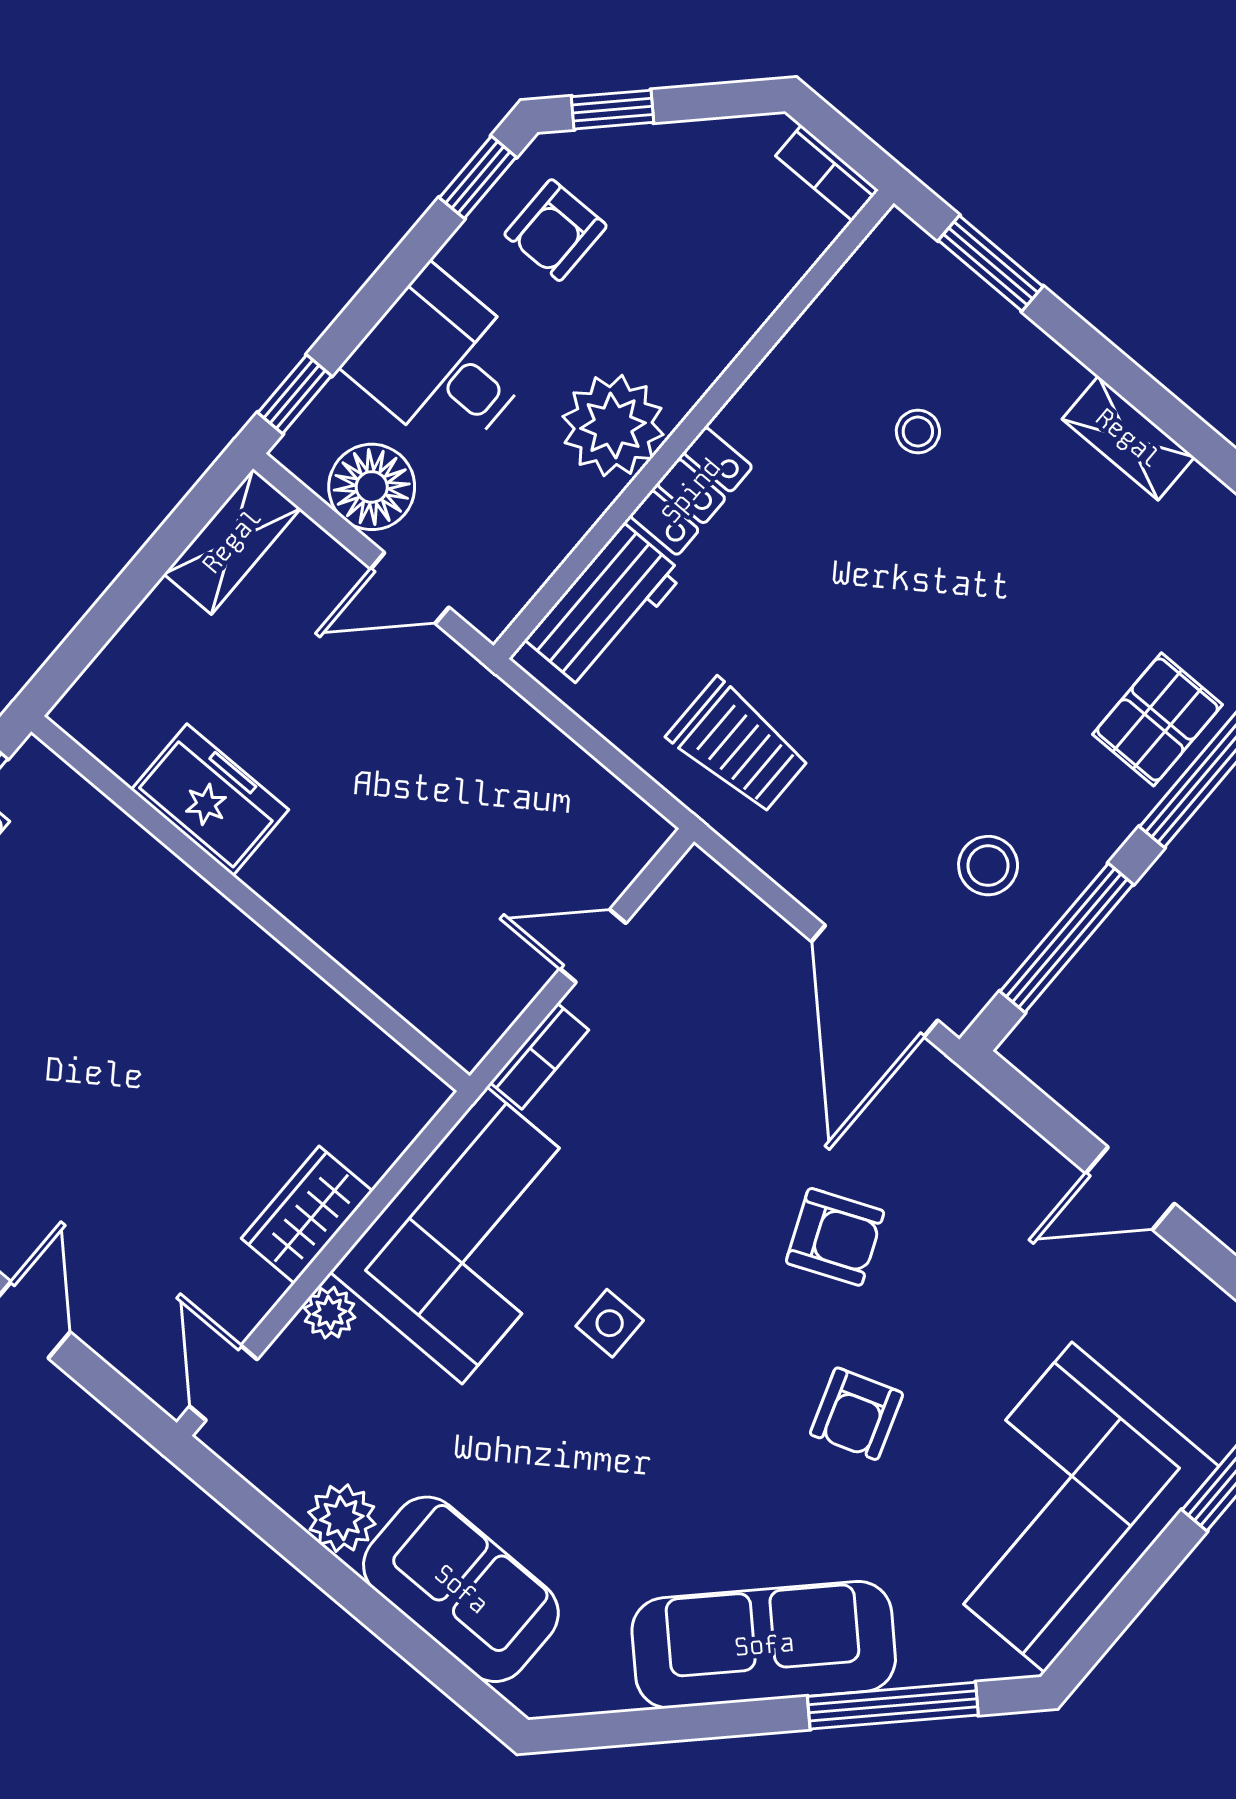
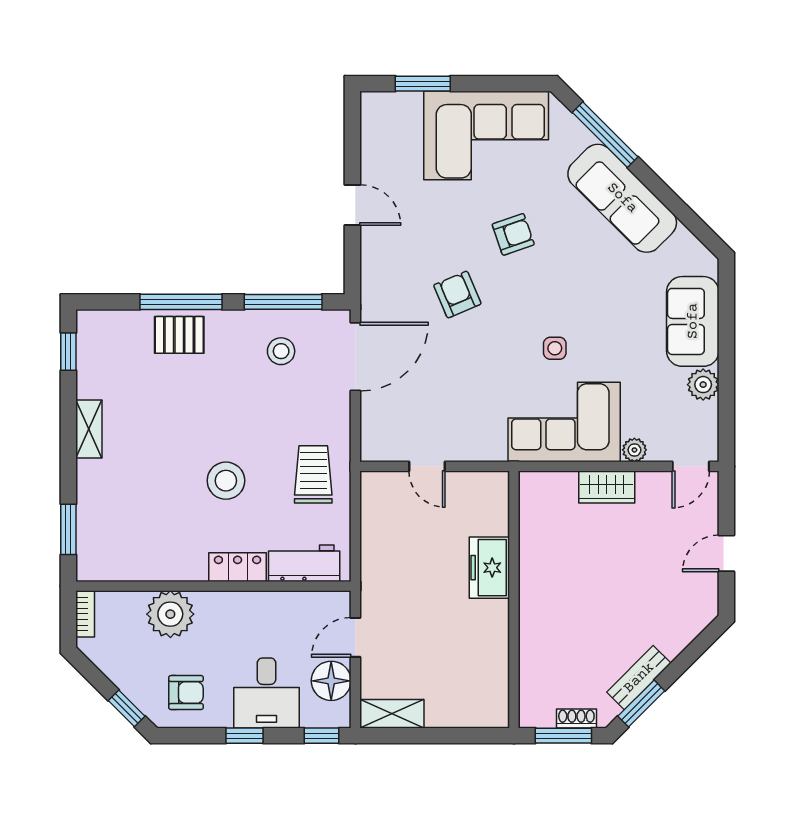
window: (478, 177) -> (244, 736), moved
plant: (613, 426) -> (170, 614), moved
stool: (918, 432) -> (226, 481), moved, width x1.89, depth x1.89
door: (410, 588) -> (355, 637), swing flipped
freezer: (210, 800) -> (489, 568), moved
bookcase: (539, 1056) -> (482, 452), removed

